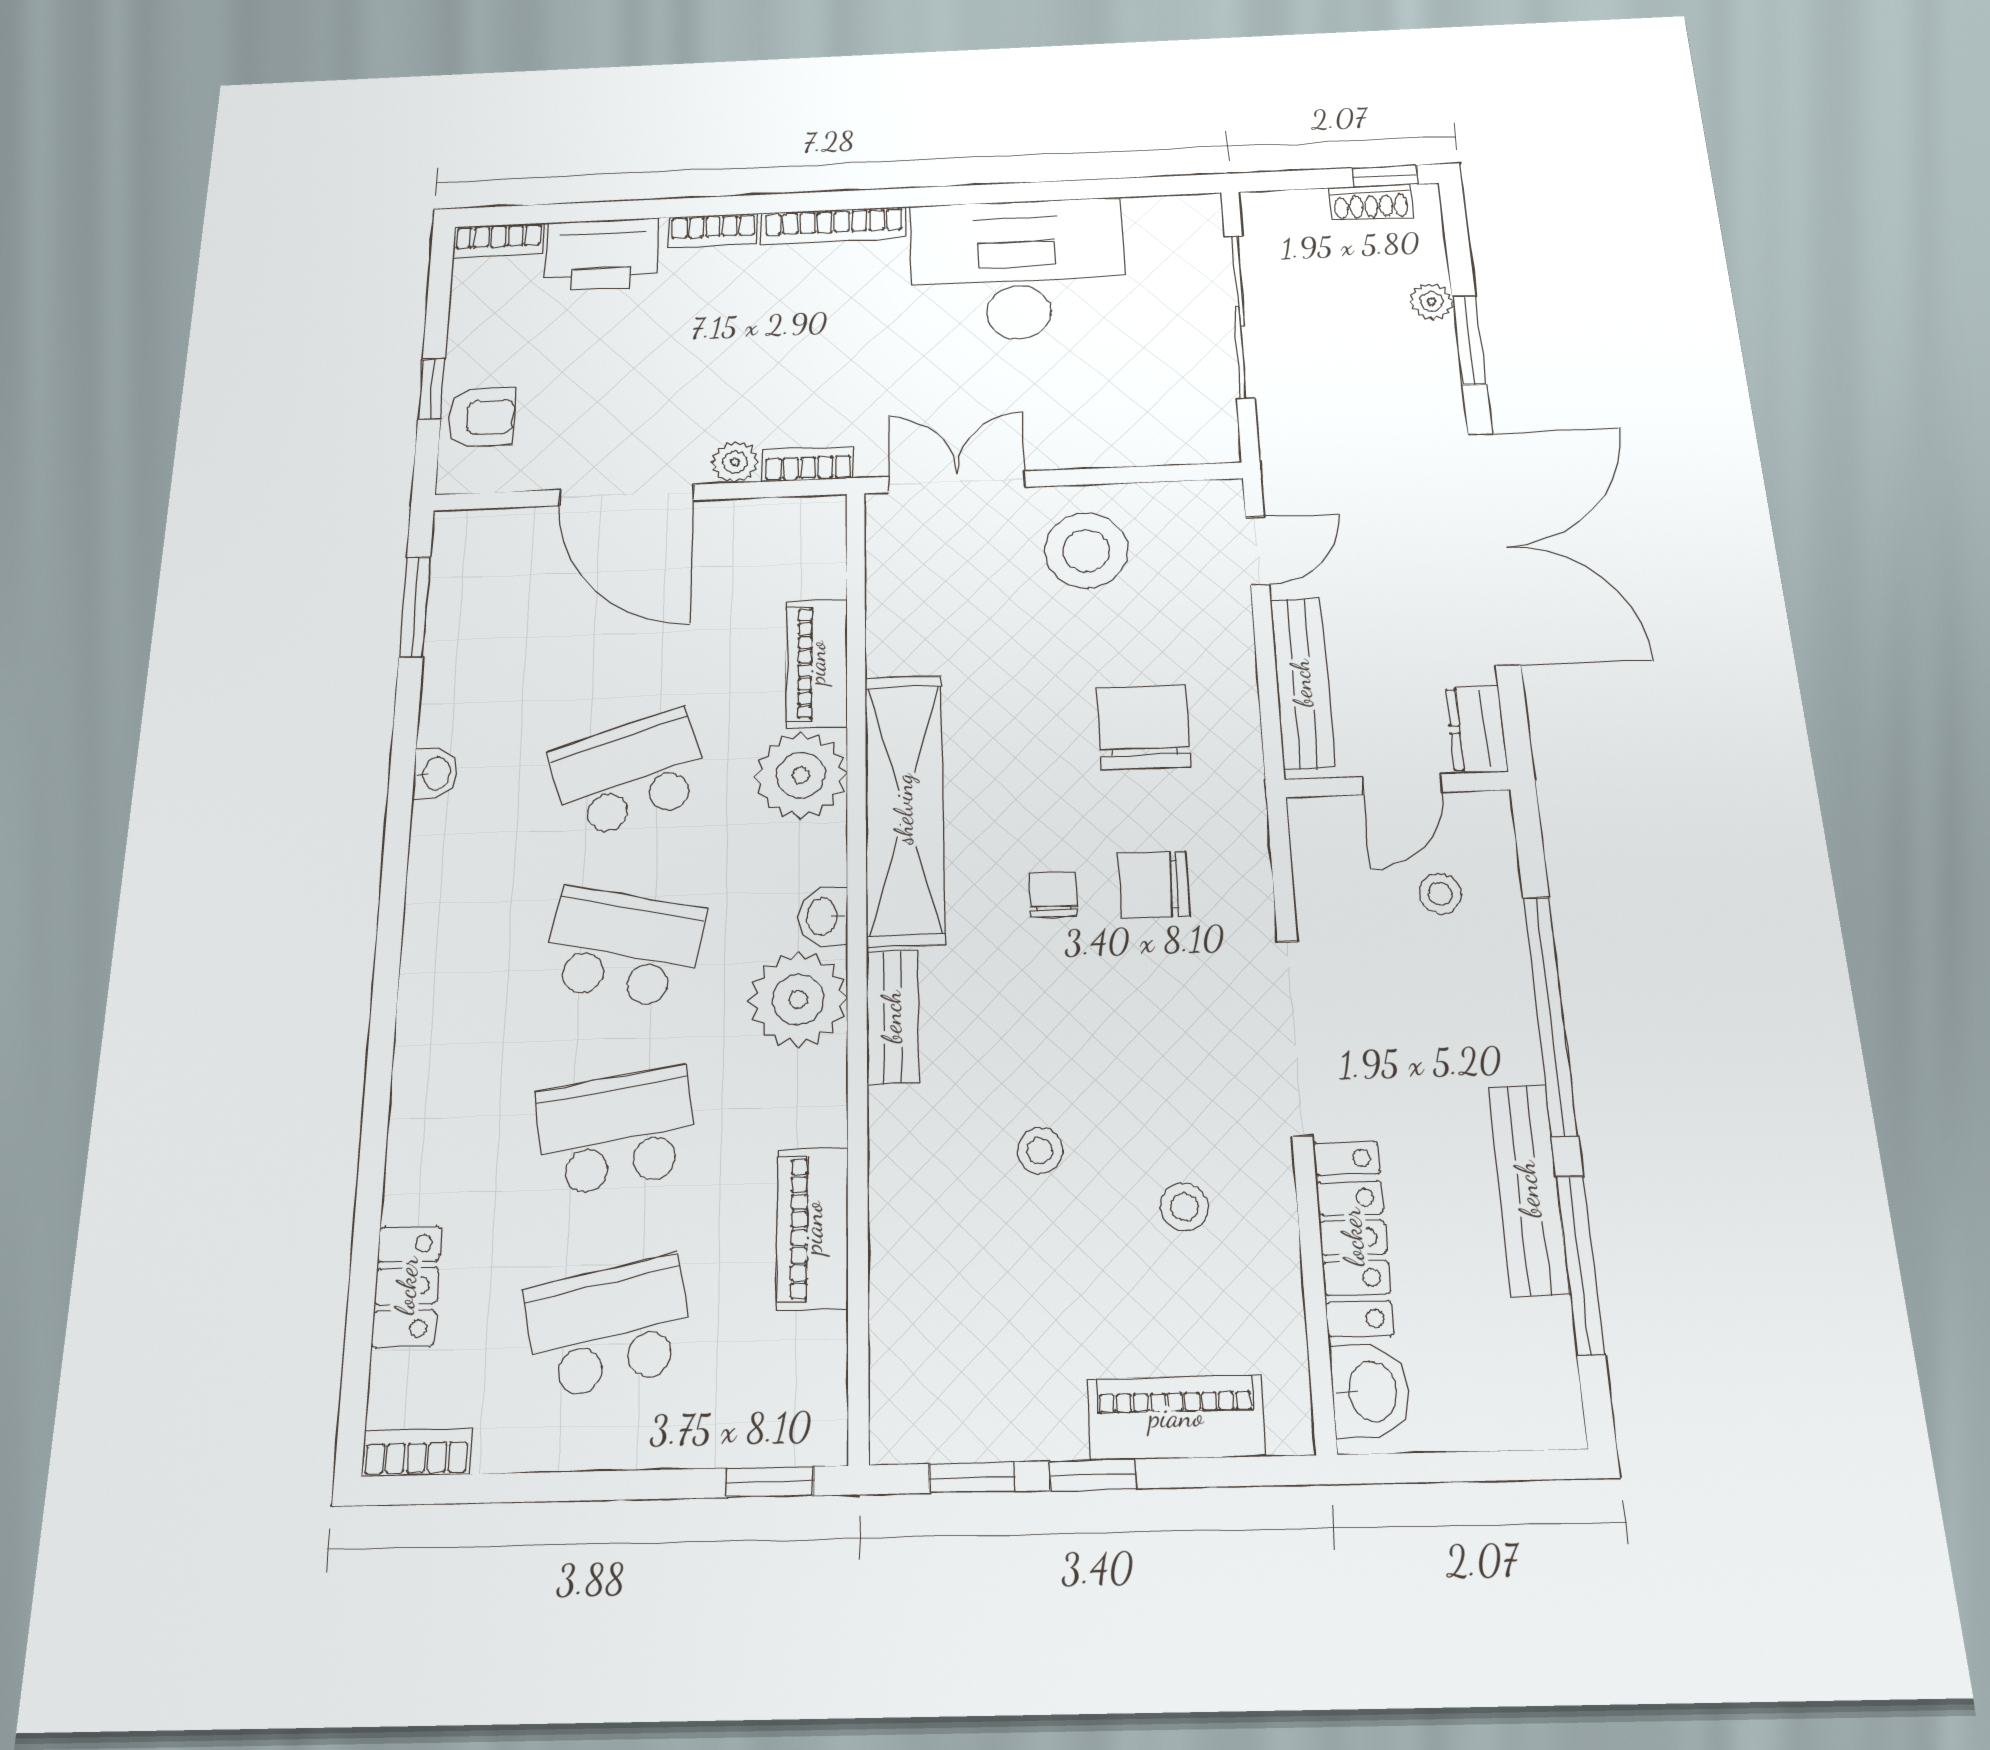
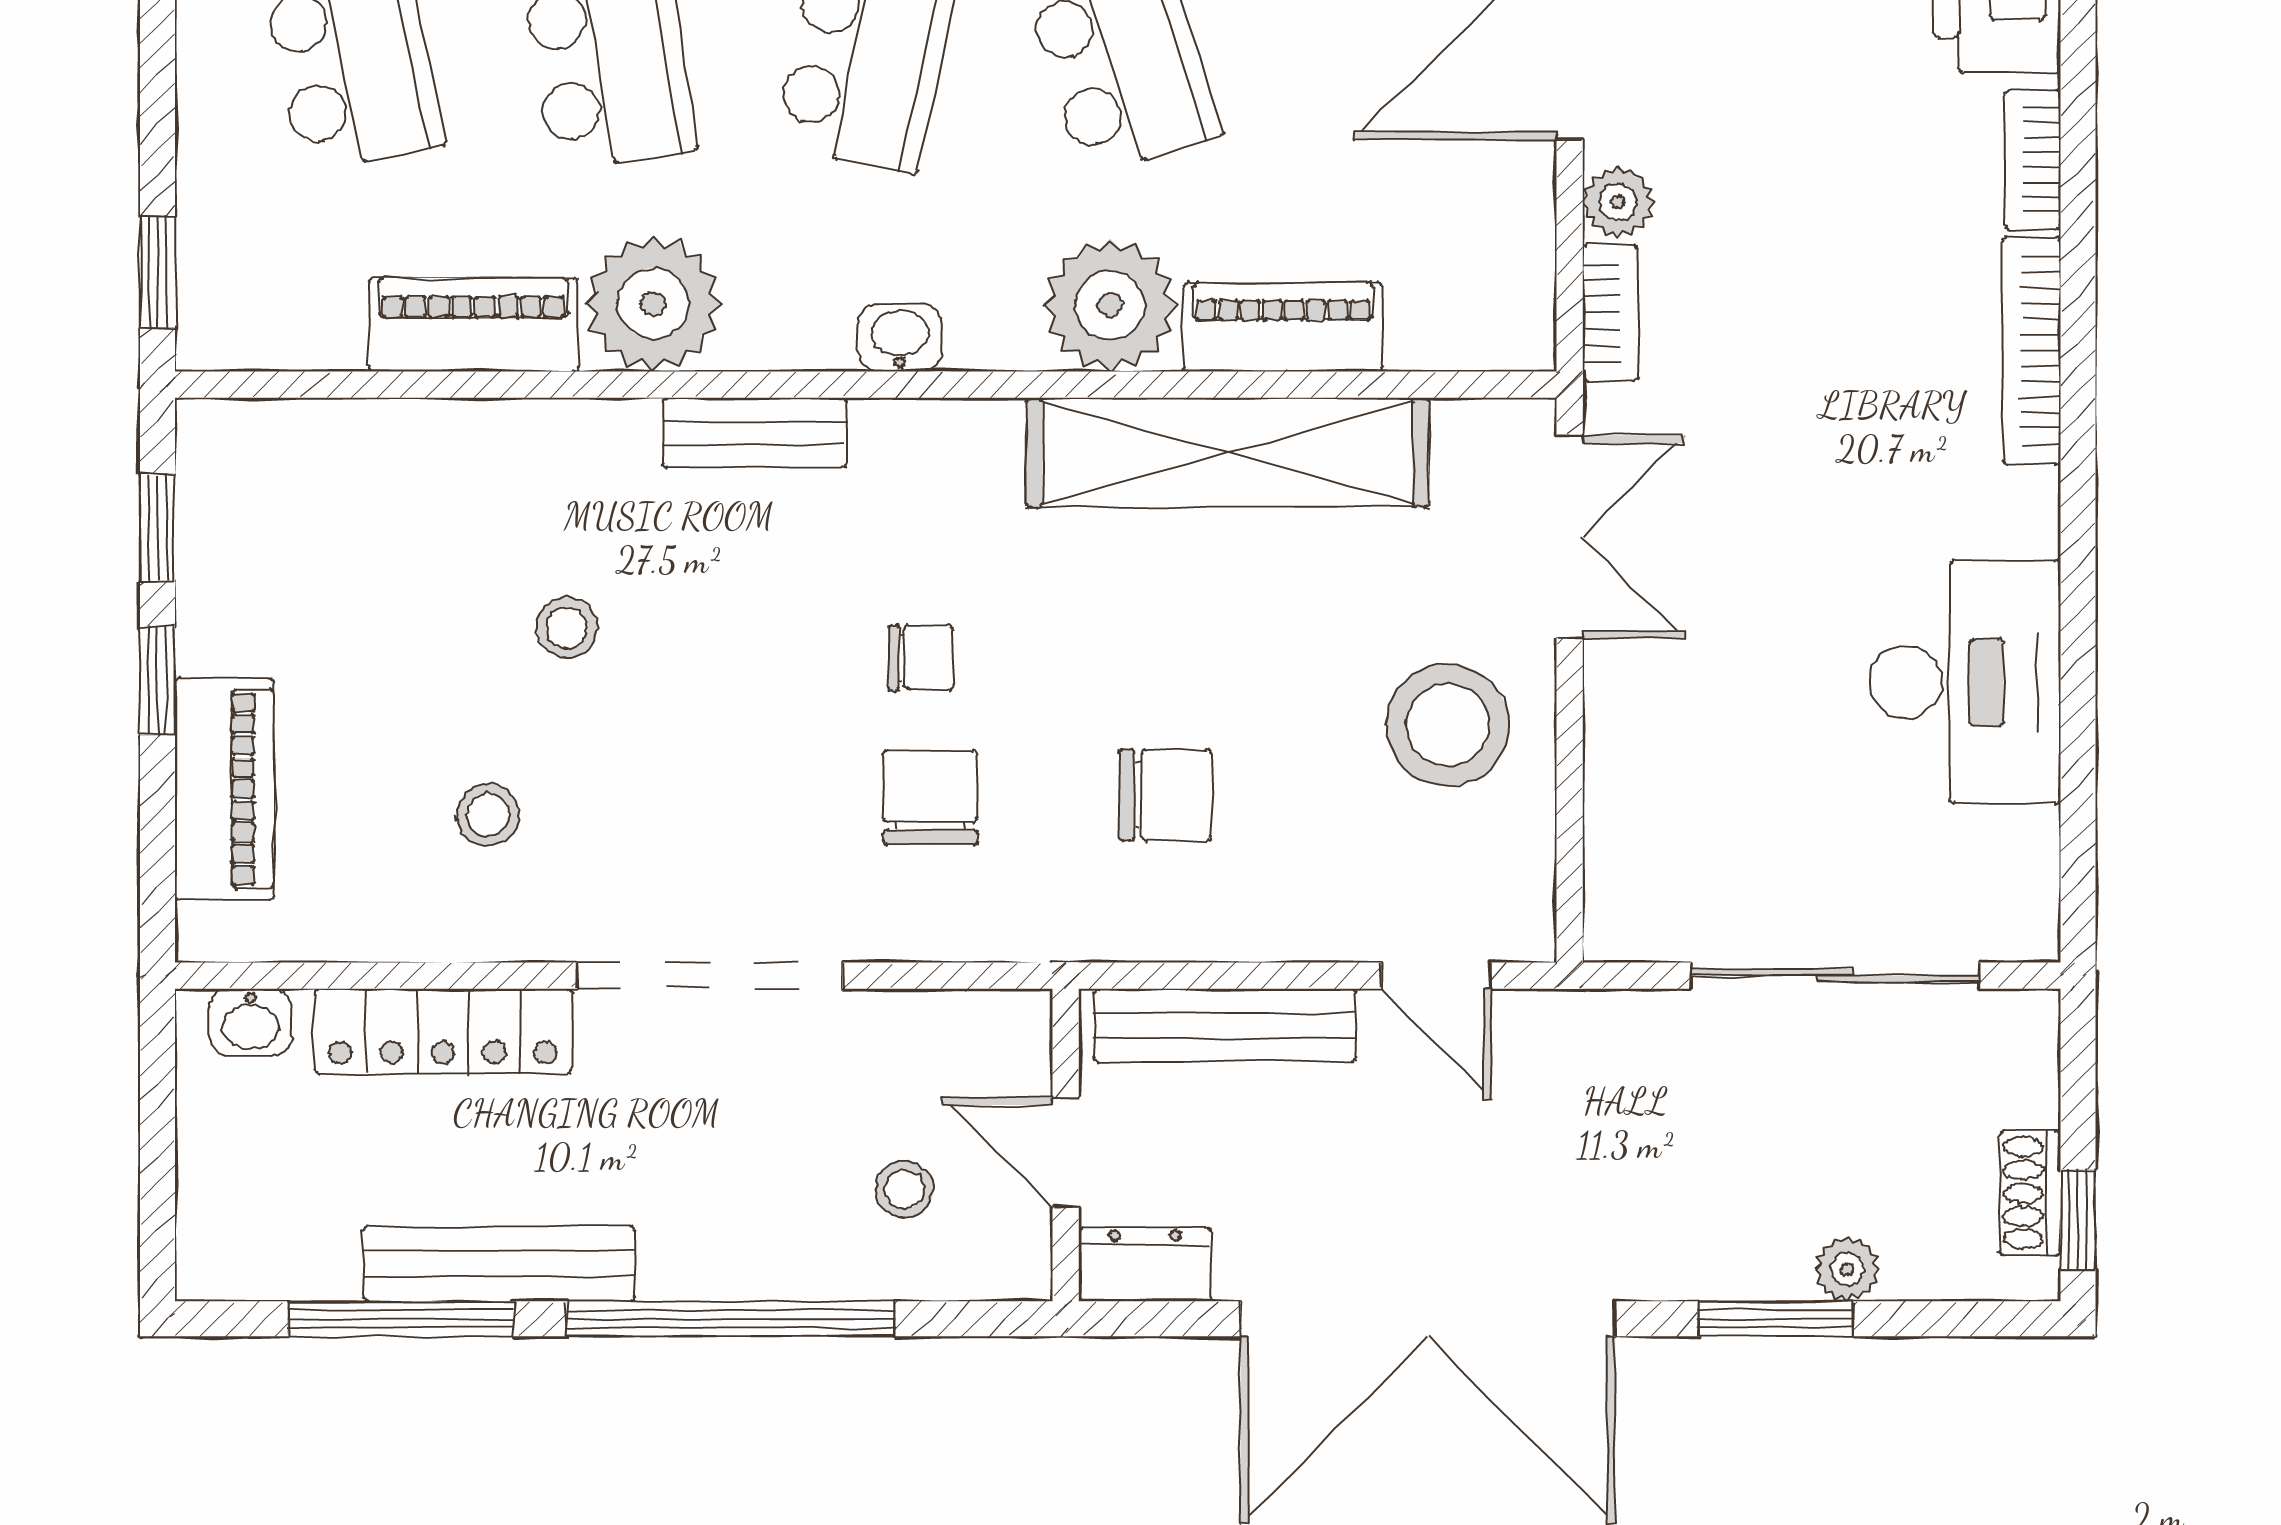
desk: (1017, 269) -> (1965, 682), width x0.73, depth x0.77
chair: (1143, 727) -> (1166, 795), width x0.73, depth x0.73
shelving: (904, 809) -> (1228, 452), moved
plant: (798, 999) -> (653, 304), moved
washbasin: (1371, 1391) -> (250, 1022), width x0.72, depth x0.69

